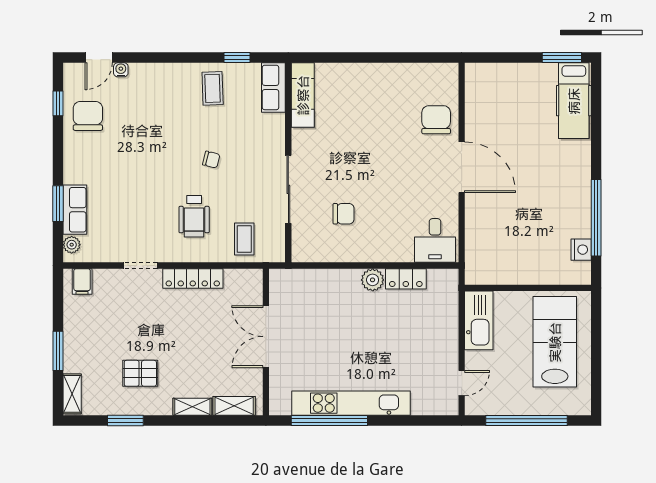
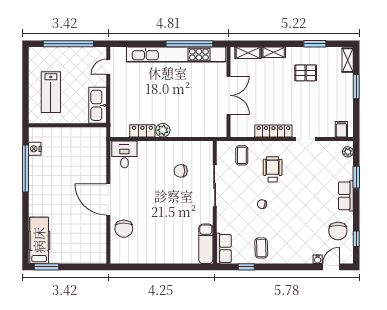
row of seats: (75, 210) -> (346, 196), moved
lab bench: (555, 342) -> (51, 92), width x0.73, depth x0.72
kitchen unit: (351, 403) -> (176, 55), width x1.36

